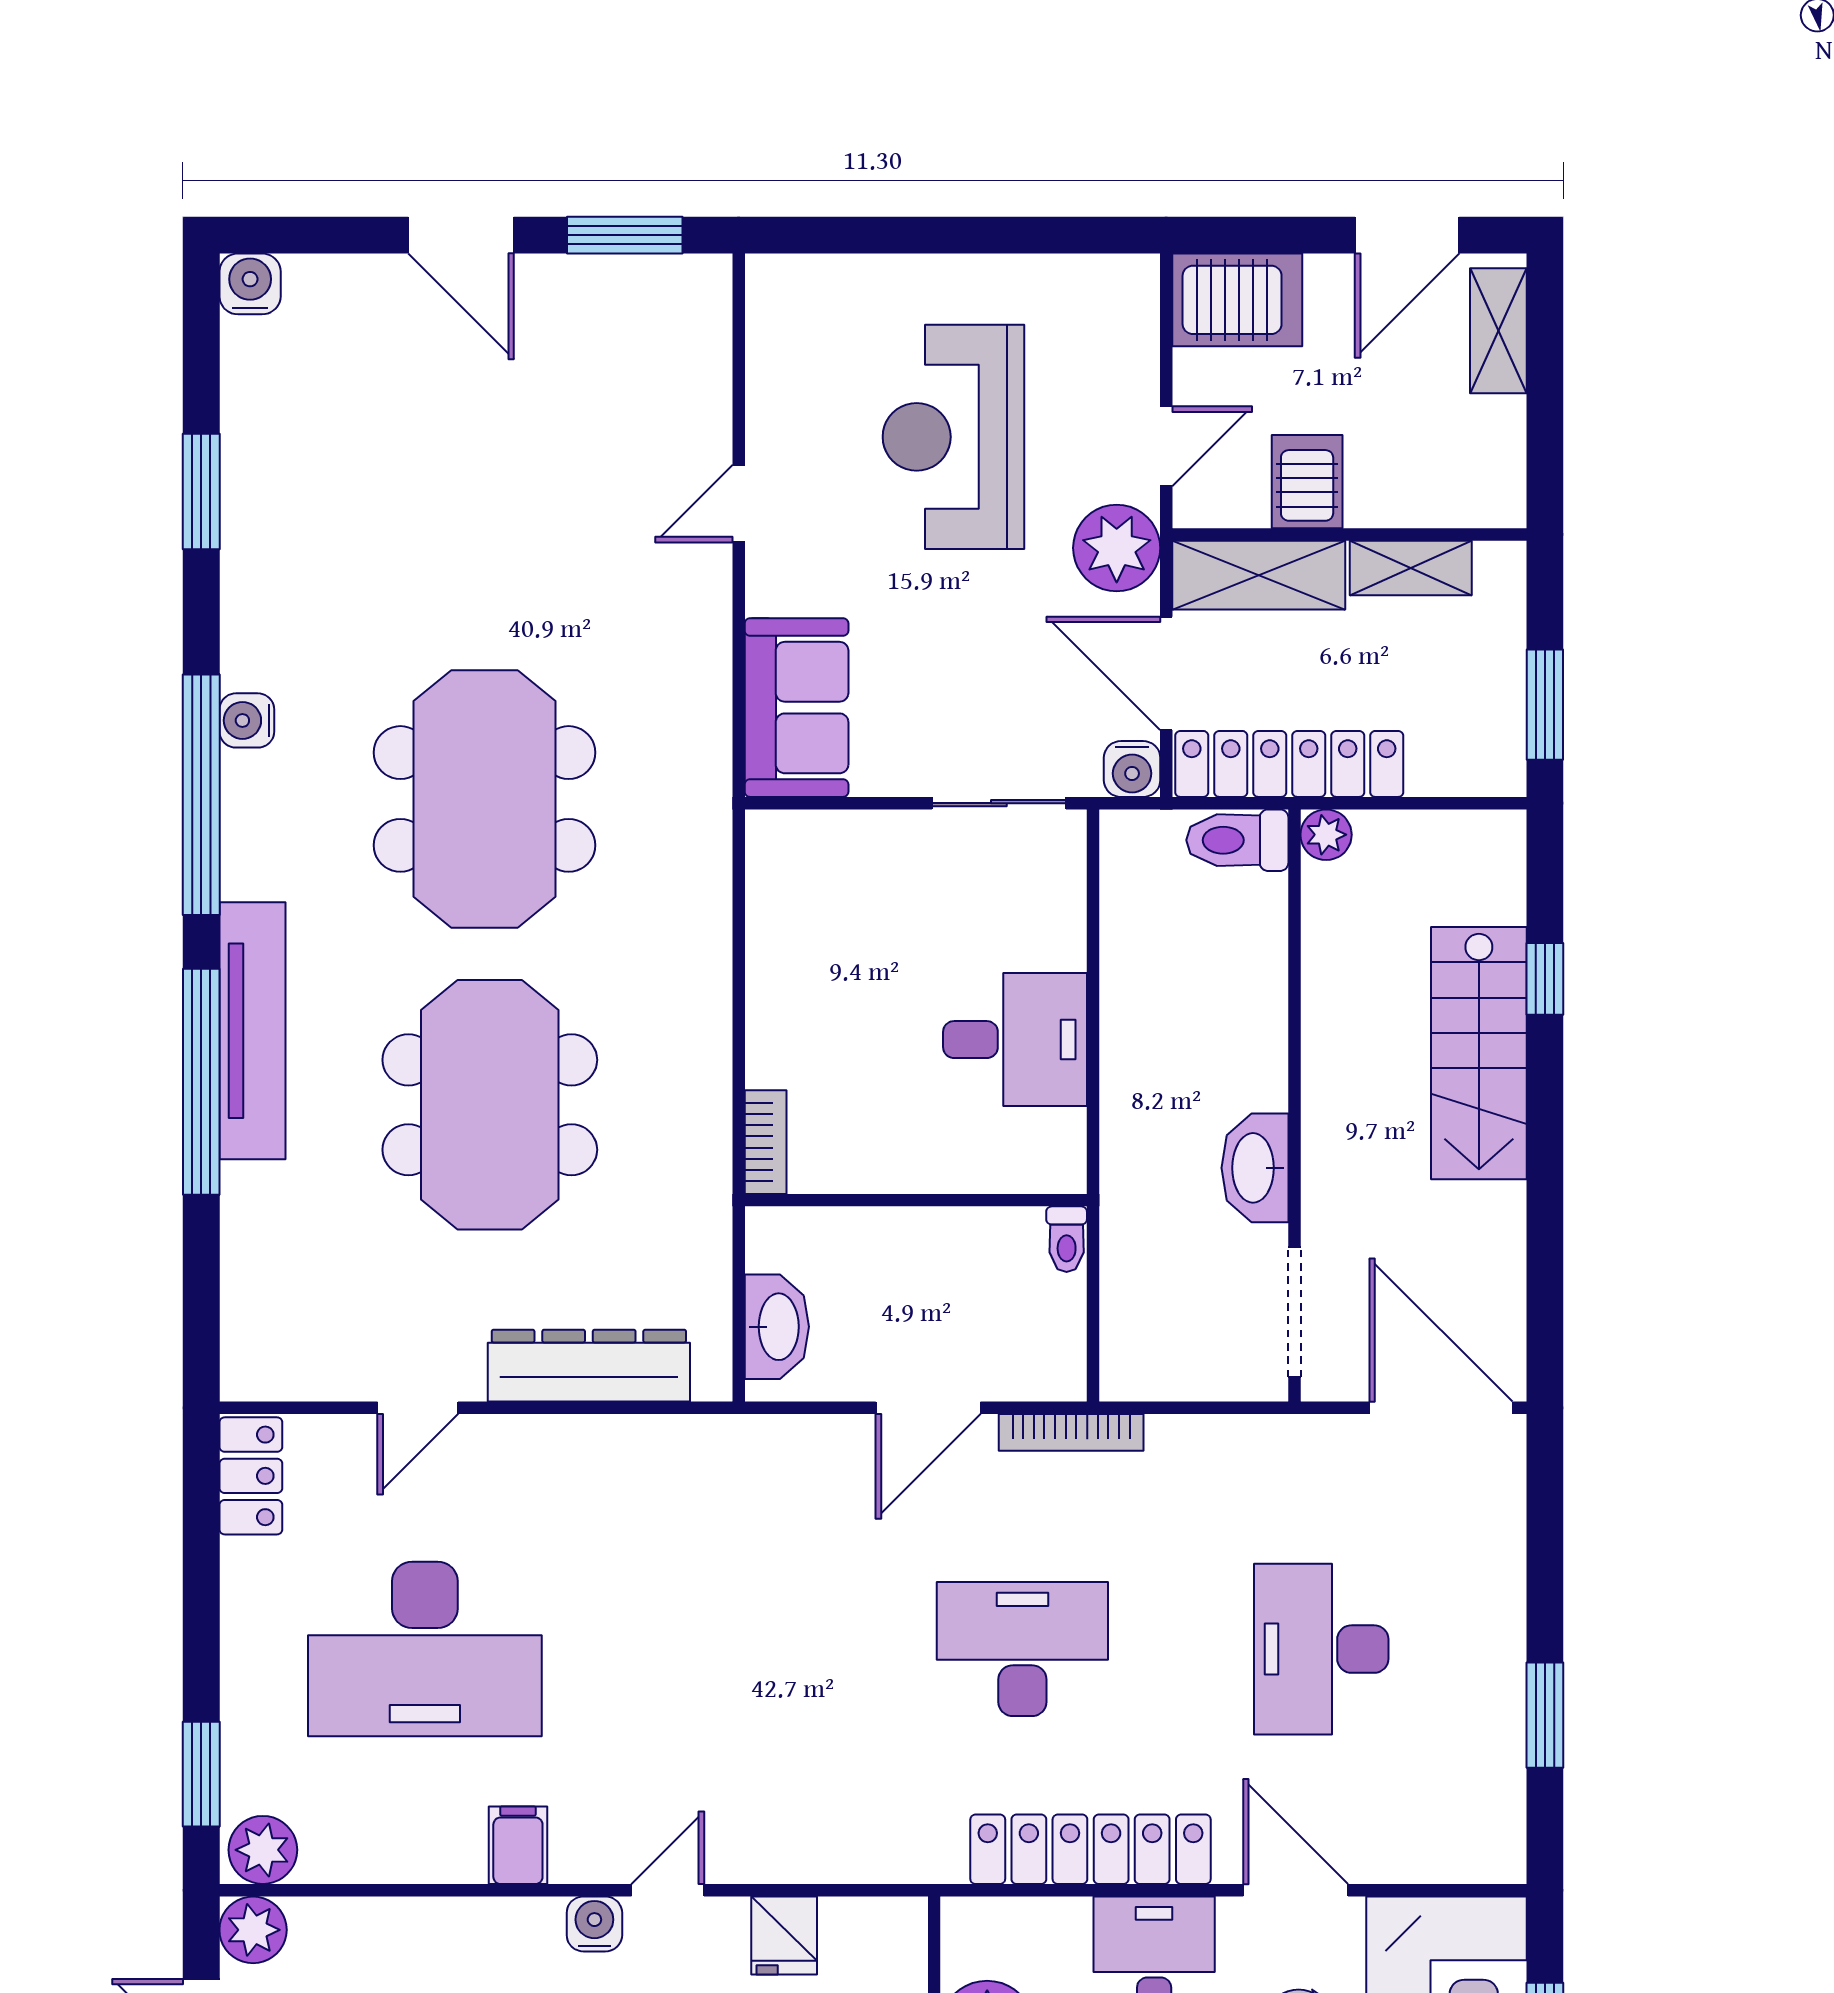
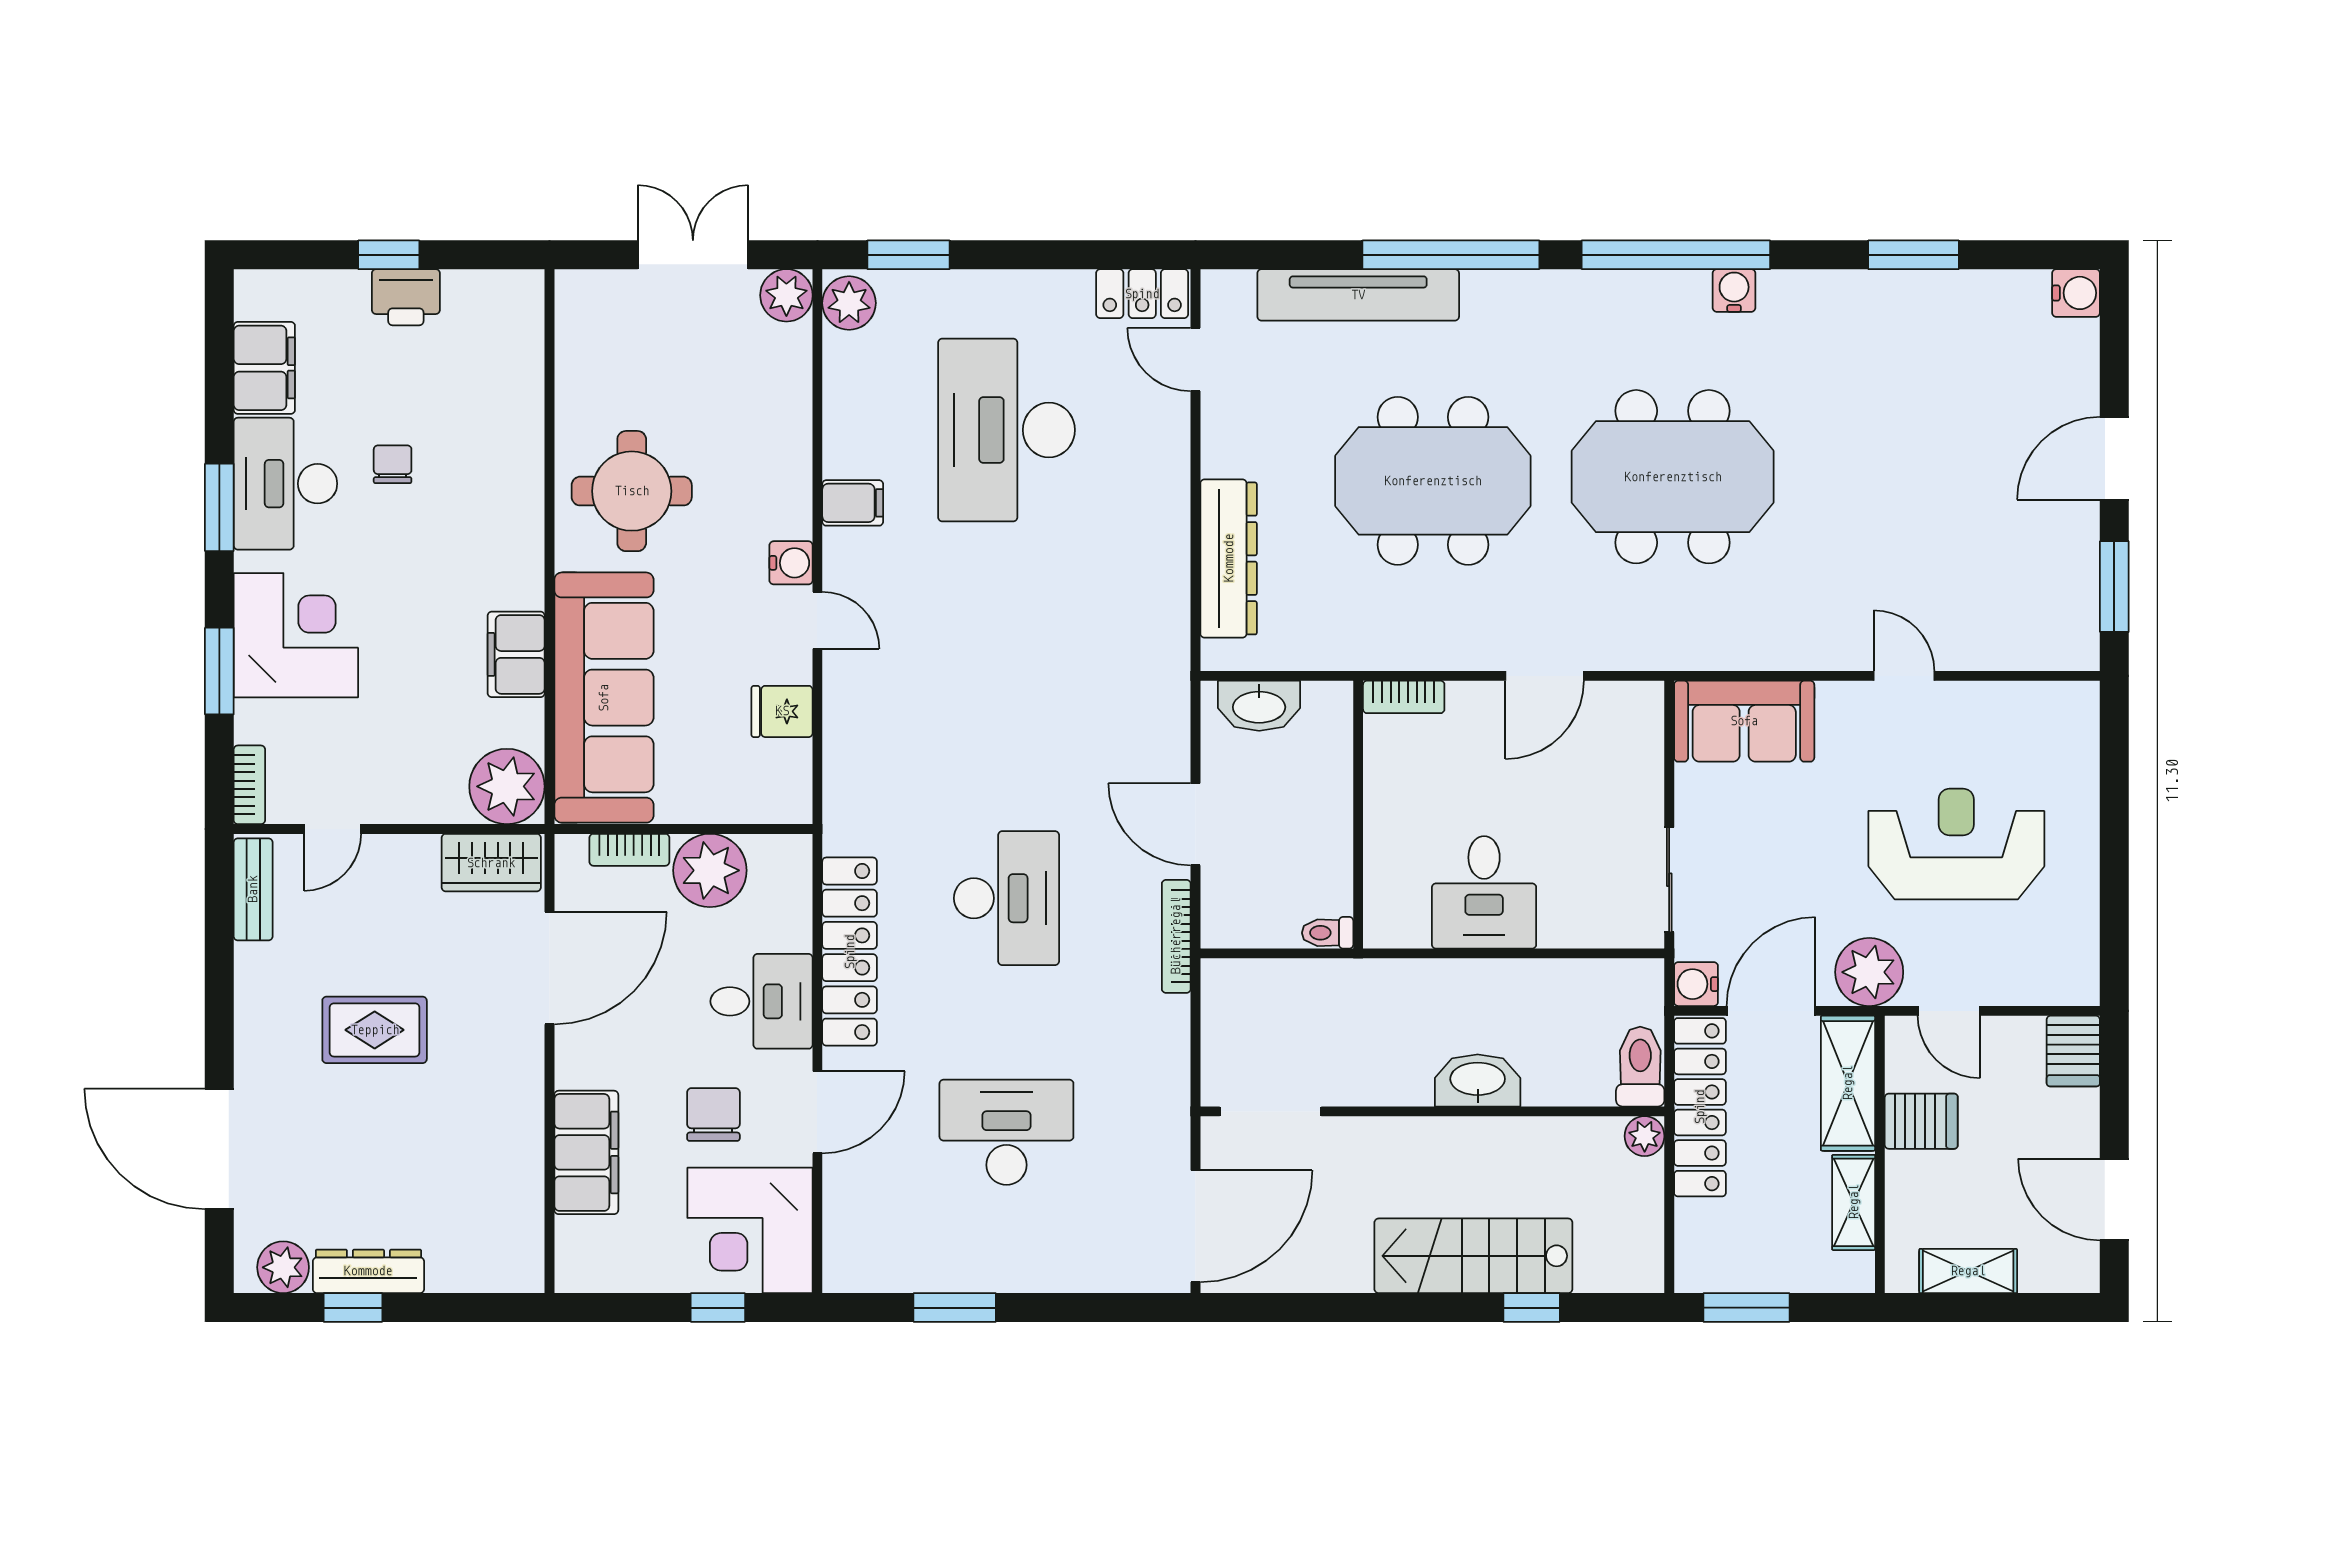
server rack: (1237, 300) -> (2073, 1051), width x0.73, depth x0.70
shelving: (1498, 331) -> (1968, 1271), moved
door: (739, 962) -> (1545, 676), added
tv unit: (252, 1031) -> (1358, 295), moved
washbasin: (1255, 1168) -> (1478, 1080), moved
door: (418, 1408) -> (1195, 360), moved

